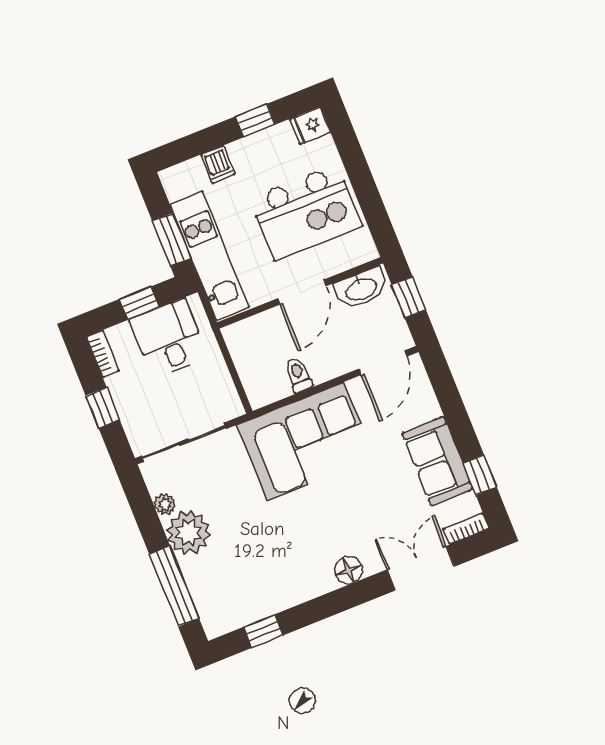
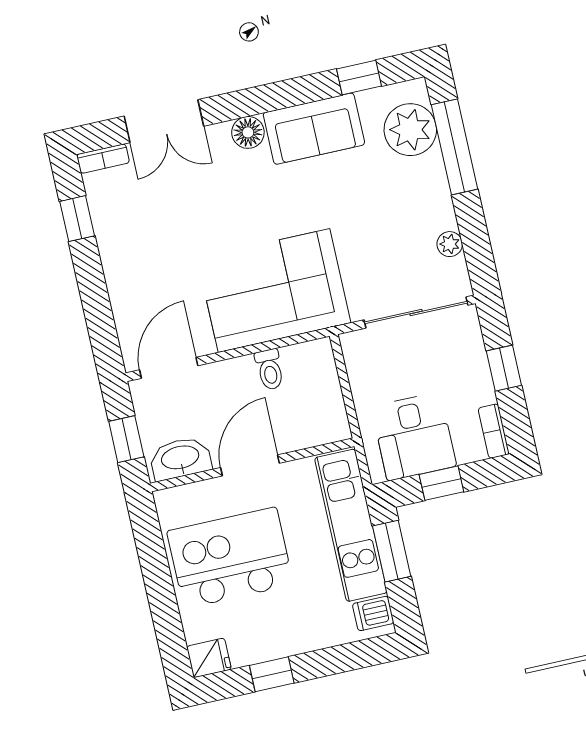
dishwasher: (218, 164) -> (373, 613), moved, turned -90
sofa: (438, 461) -> (314, 129), moved, turned 90
plant: (188, 532) -> (410, 130), moved

